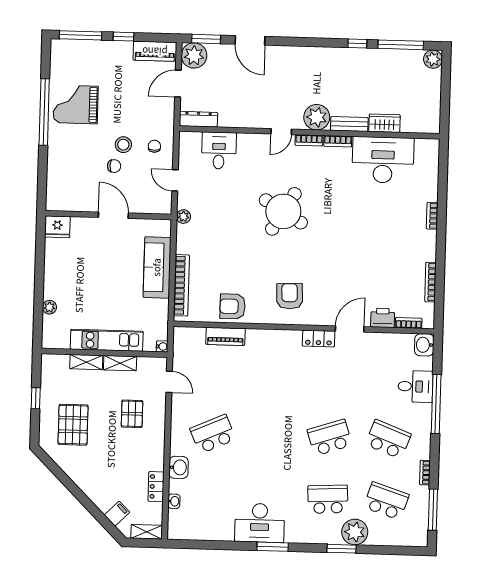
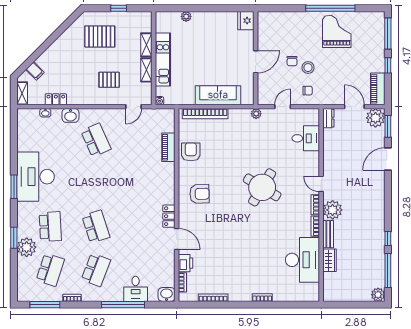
dresser: (198, 119) -> (328, 118), width x0.70
desk: (260, 523) -> (36, 177), width x1.36, depth x1.30

